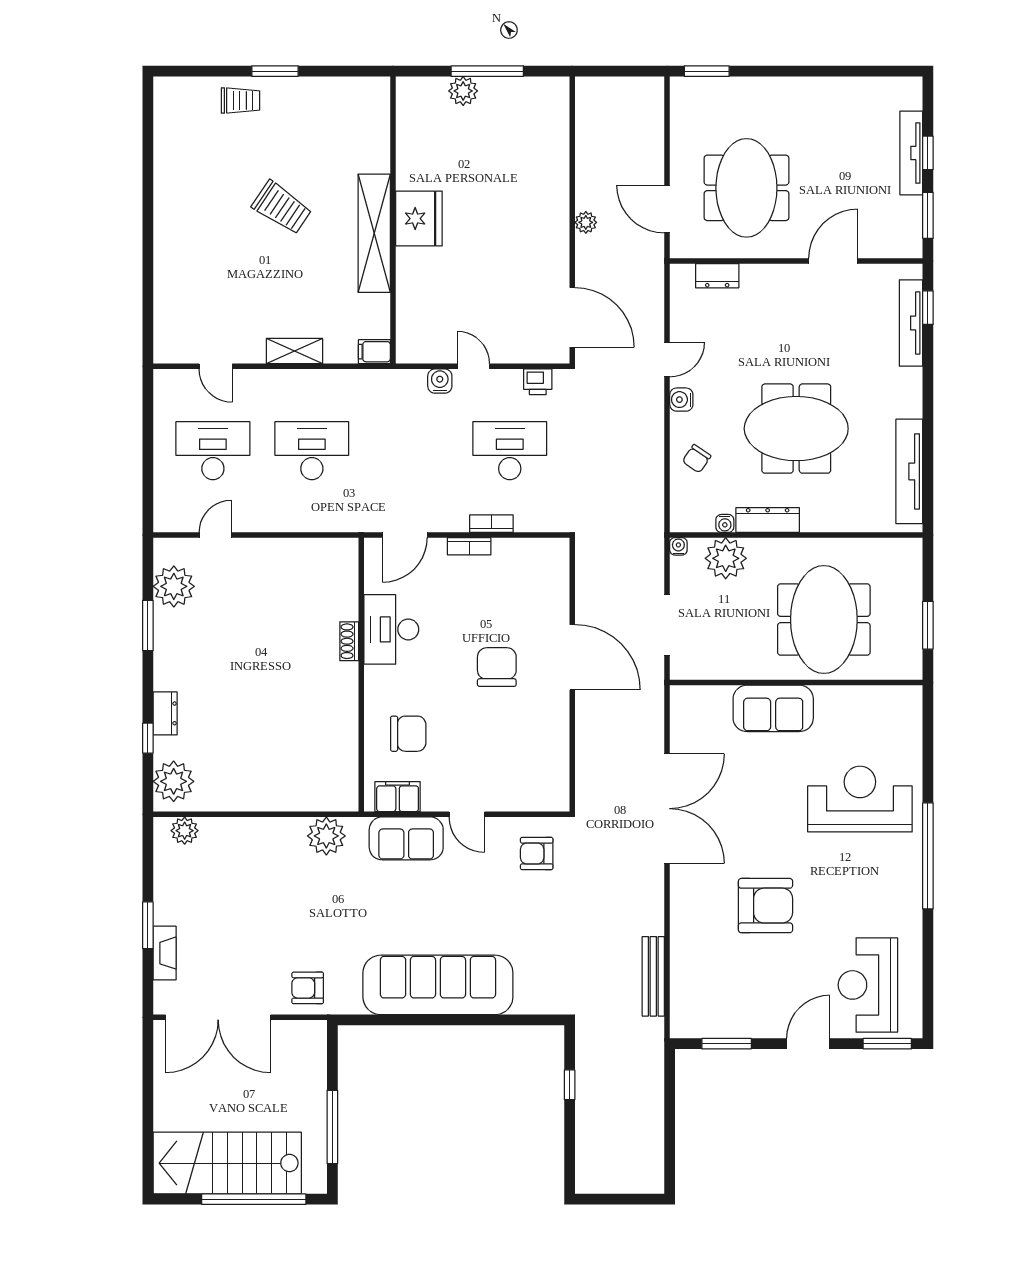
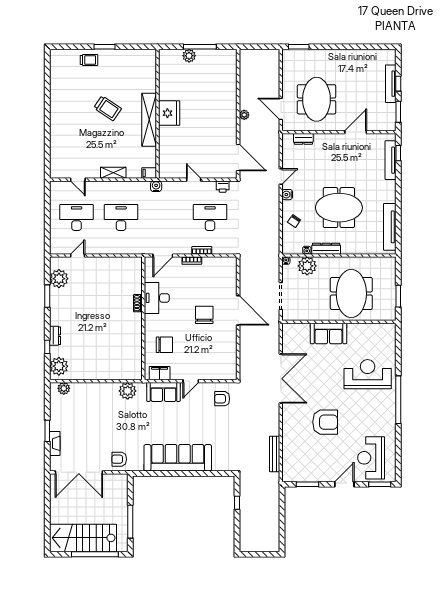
water cooler: (440, 381) -> (156, 186), moved
door: (467, 814) -> (191, 381), hinge flipped

